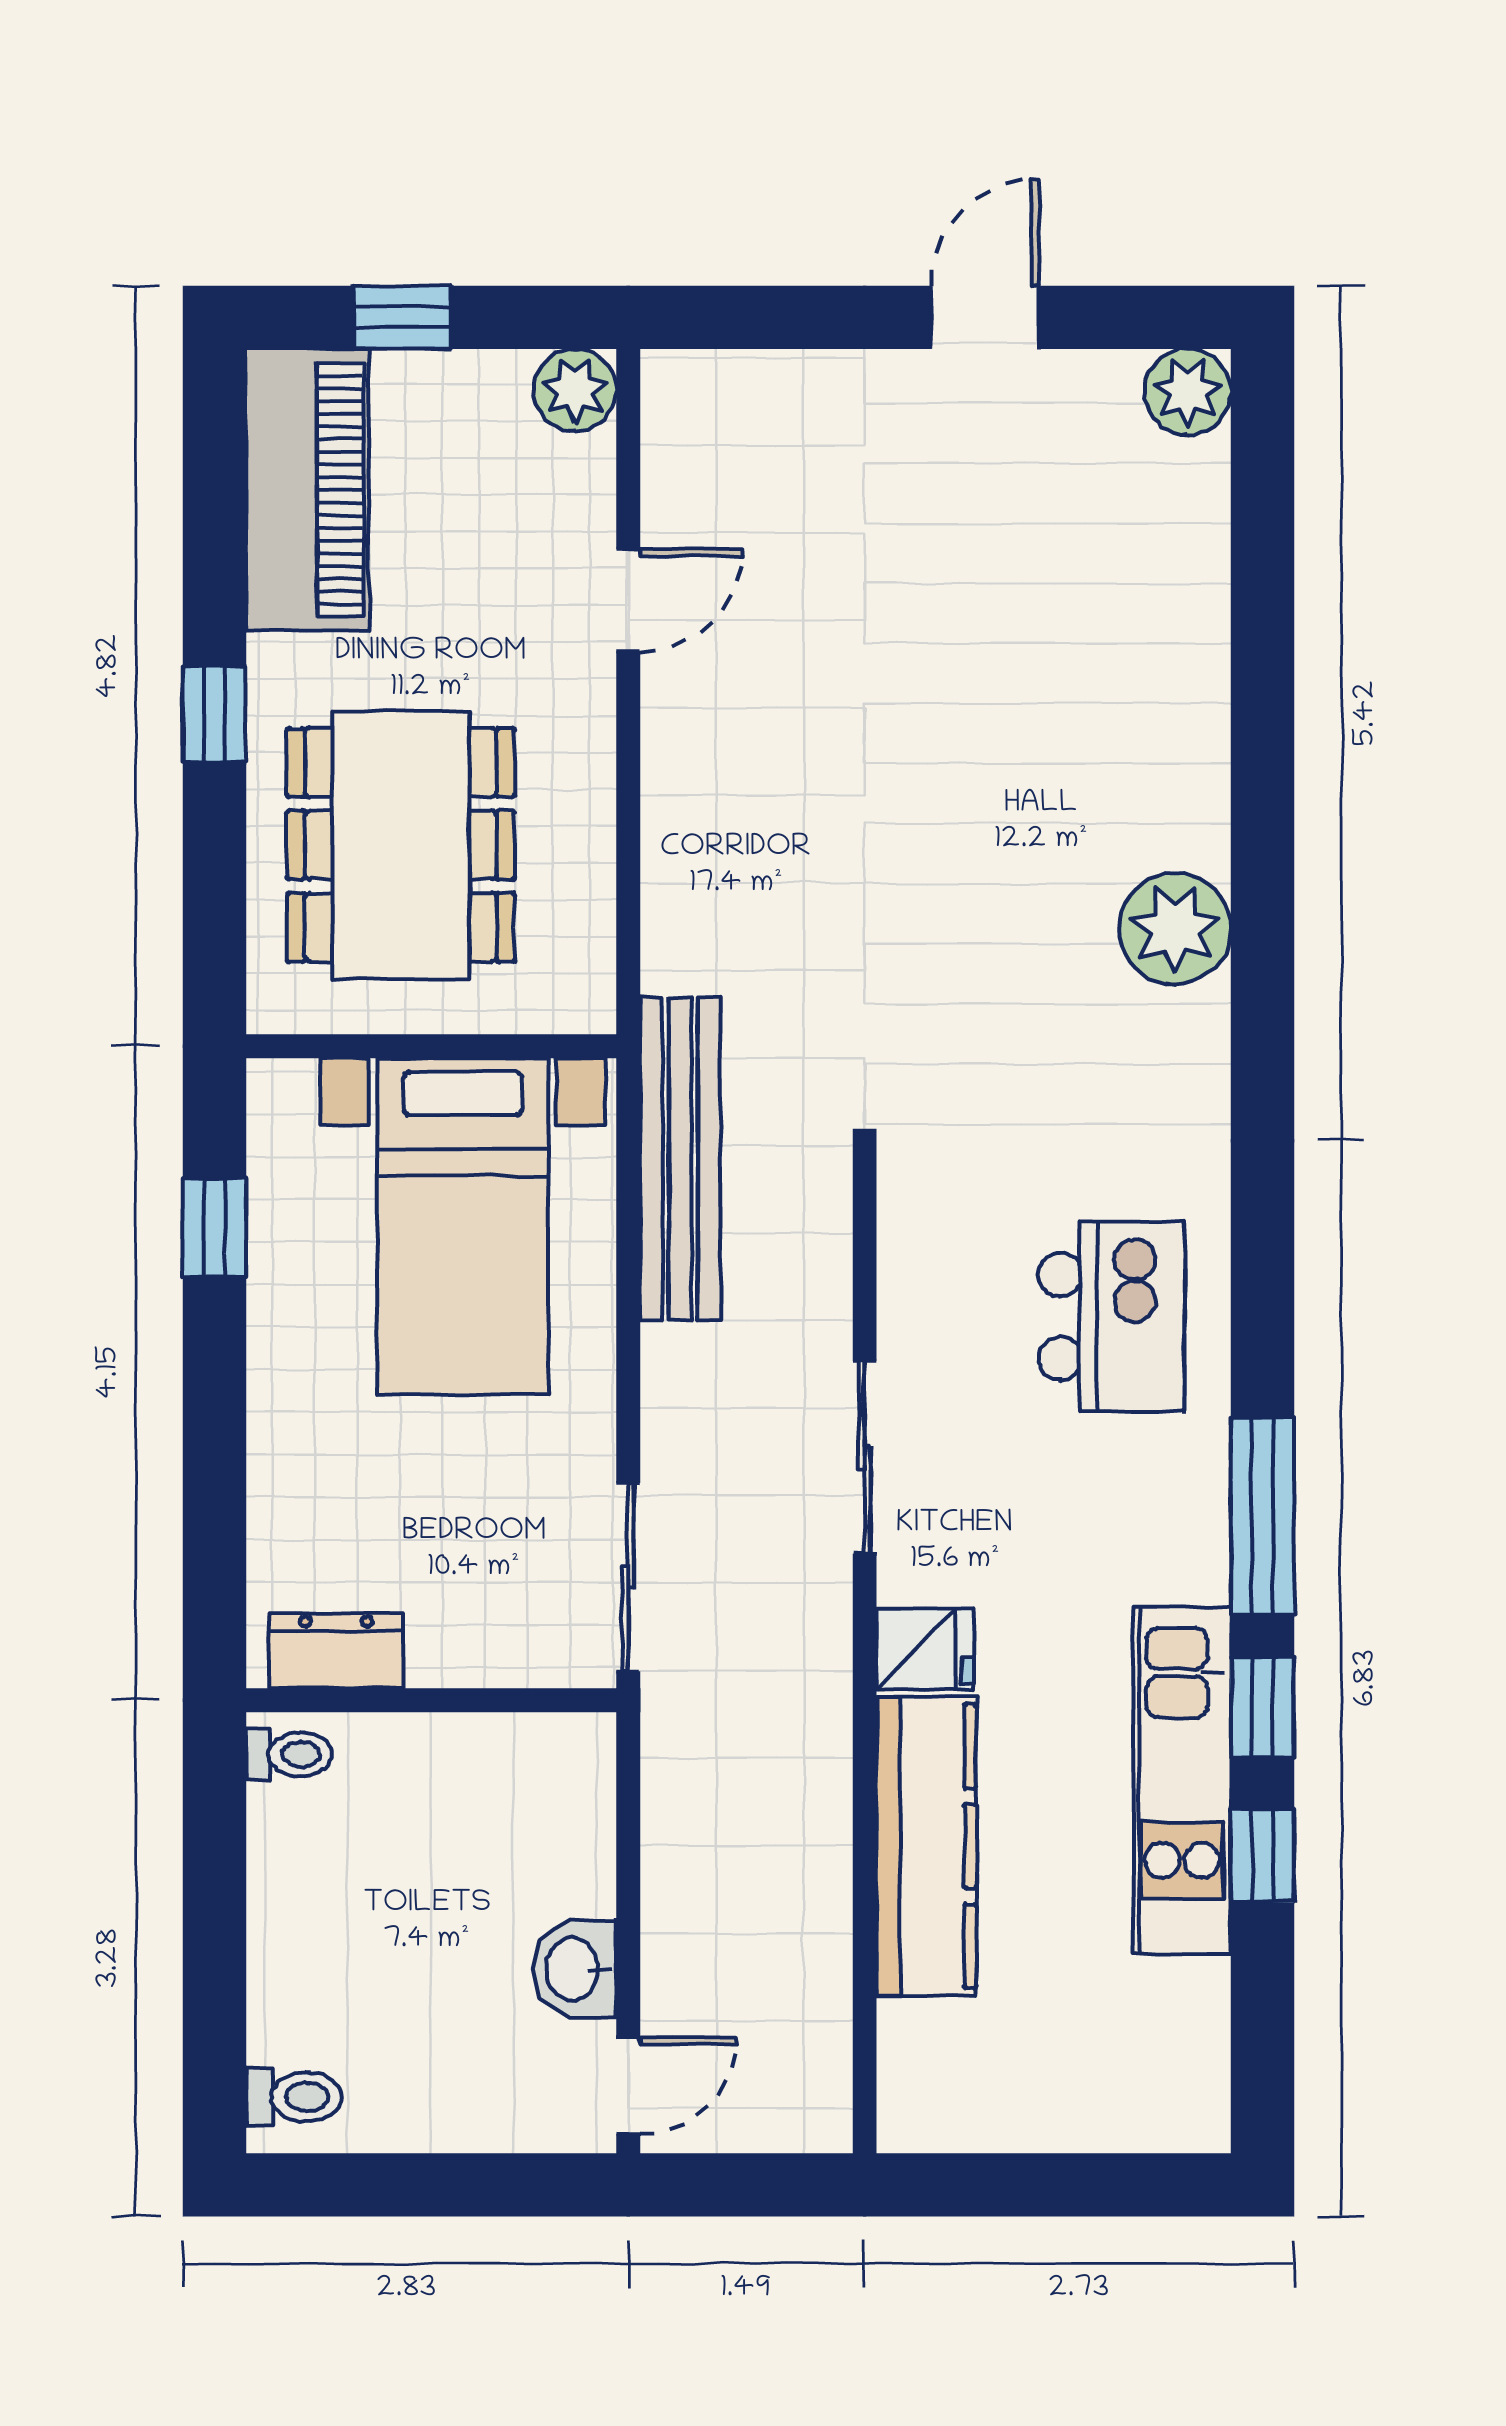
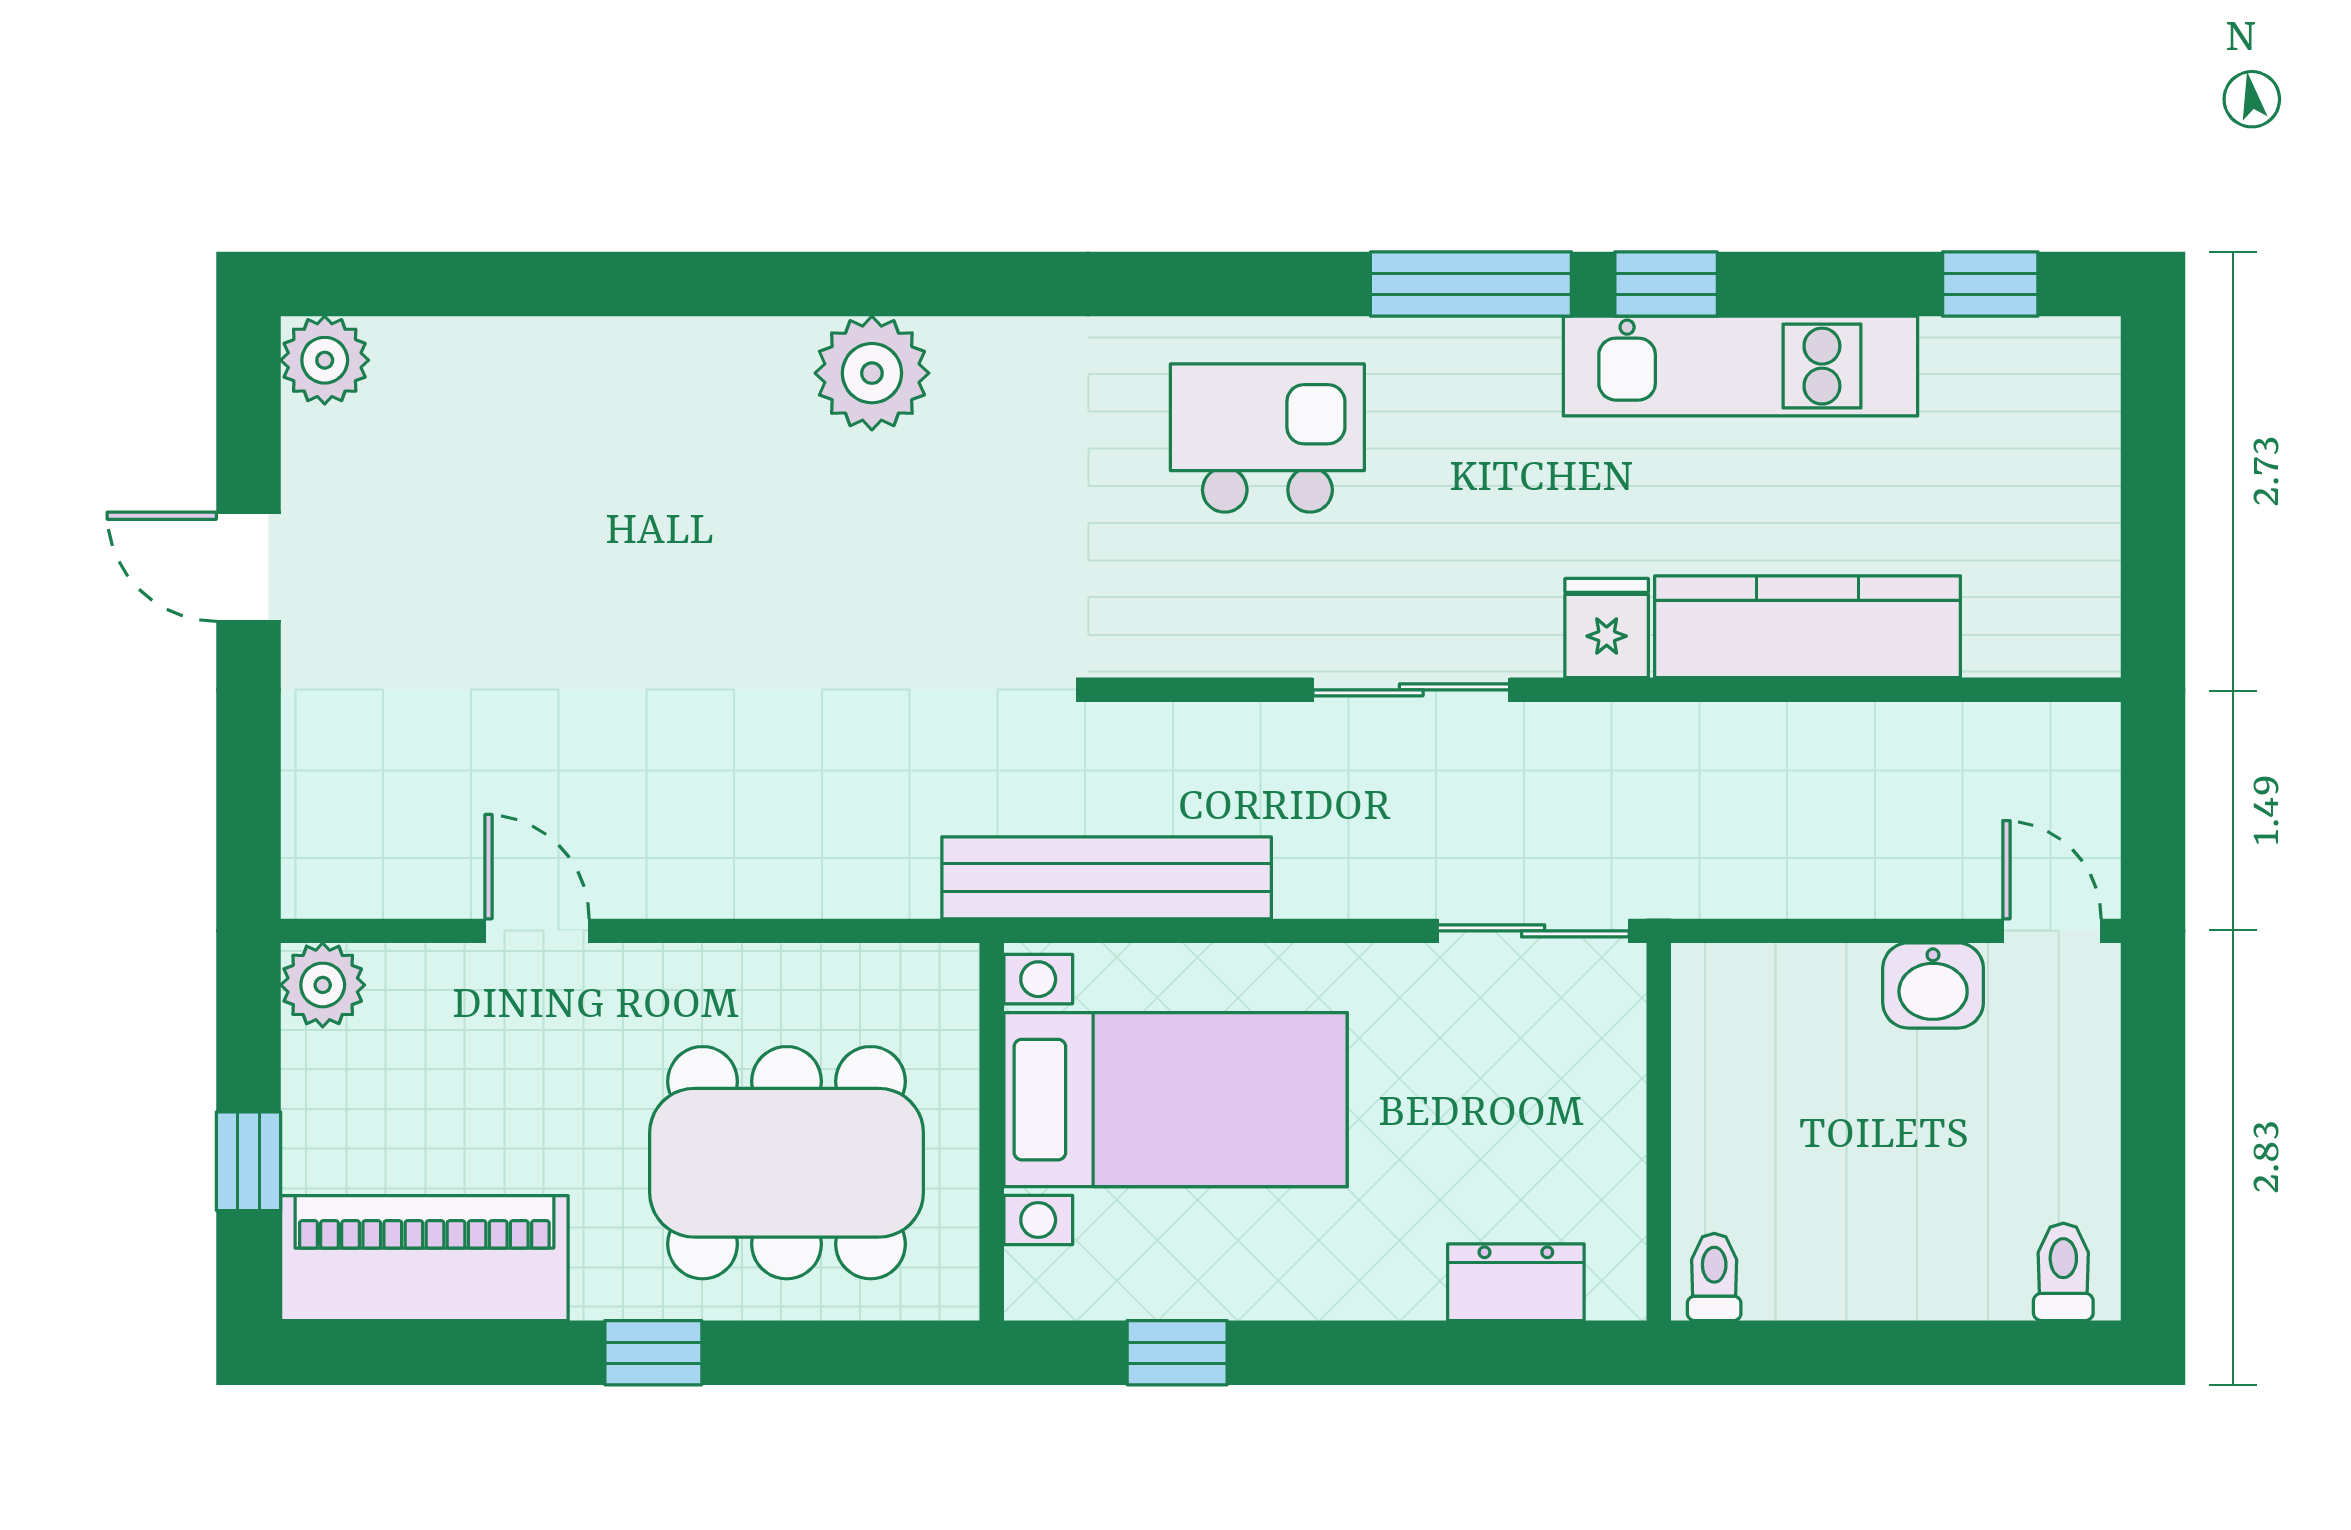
dresser: (336, 1651) -> (1516, 1282), moved, turned 90
window: (1263, 1855) -> (1990, 284), moved

